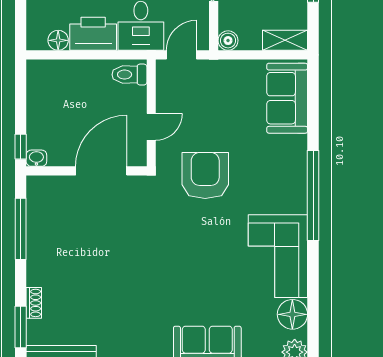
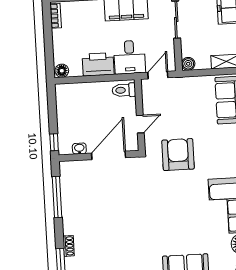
floor lamp: (58, 40) -> (62, 71), moved
washbasin: (36, 158) -> (79, 149), moved

